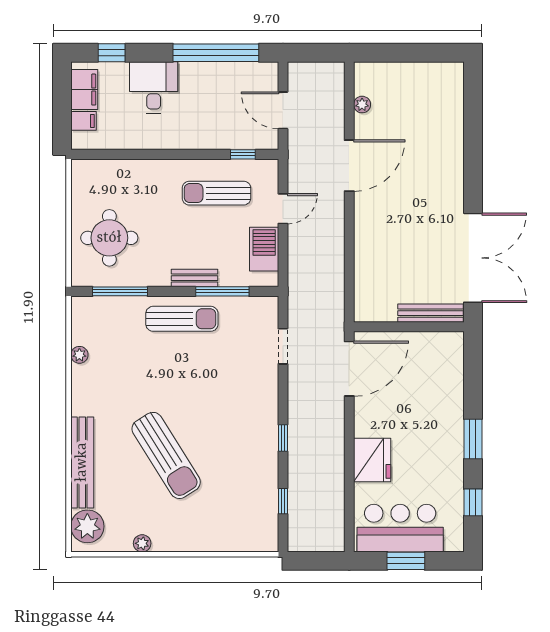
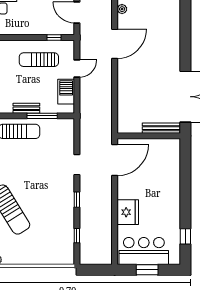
doorway: (283, 346) -> (77, 165), moved
window: (473, 439) -> (185, 200), removed

